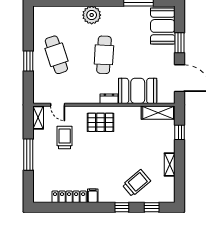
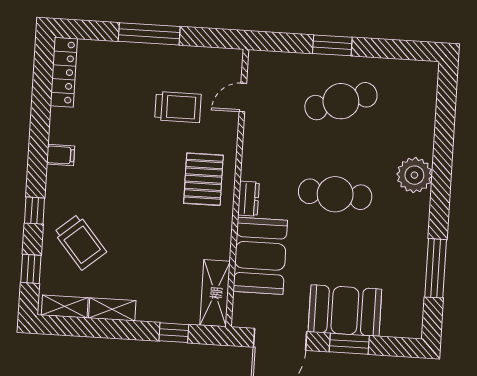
booth: (163, 26) -> (345, 311), moved
shelving: (38, 118) -> (65, 306), moved
locker: (69, 197) -> (64, 72), moved

